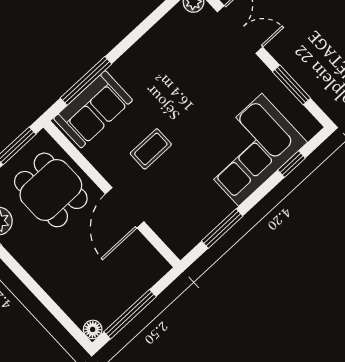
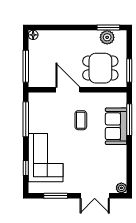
sofa: (93, 109) -> (116, 126), moved
window: (222, 228) -> (26, 119), width x1.44
window: (130, 314) -> (26, 66), moved

